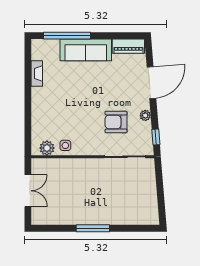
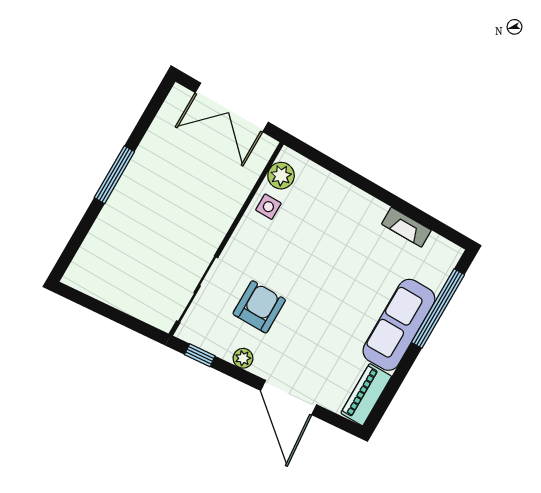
double door: (28, 191) -> (232, 107), width x1.37

